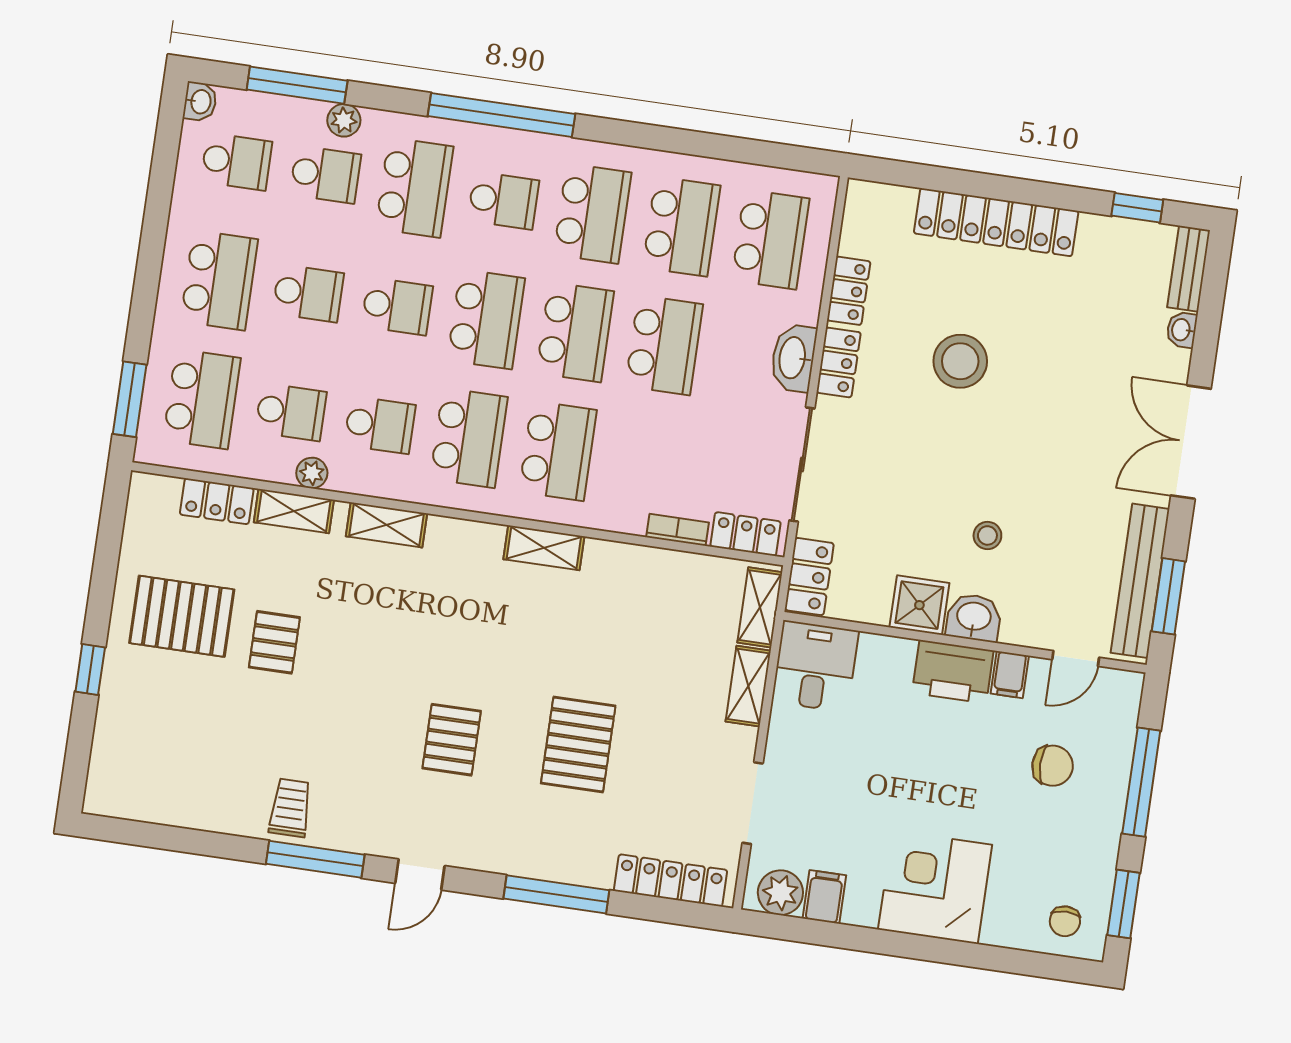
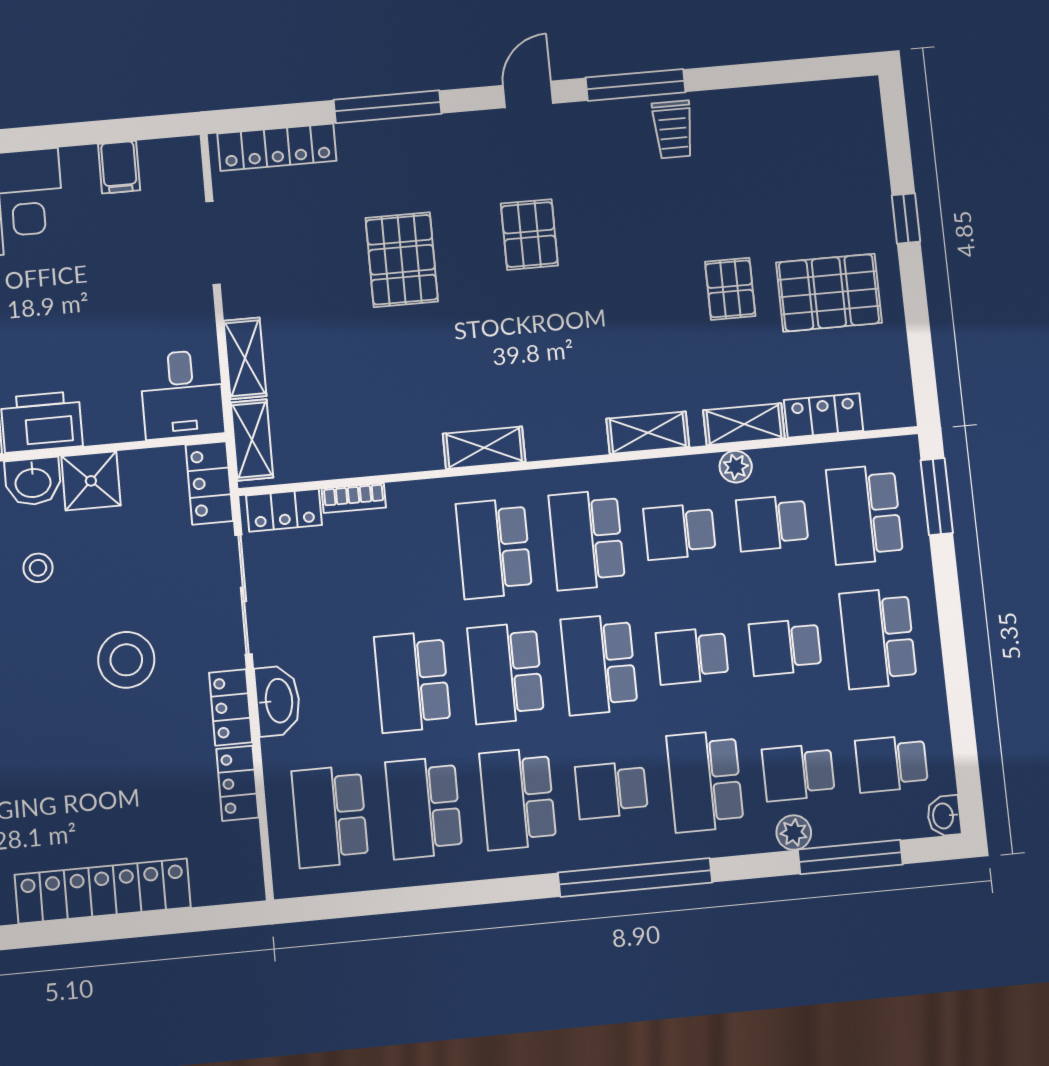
stool: (960, 361) -> (126, 660), moved
plant: (780, 893) -> (164, 161), removed

